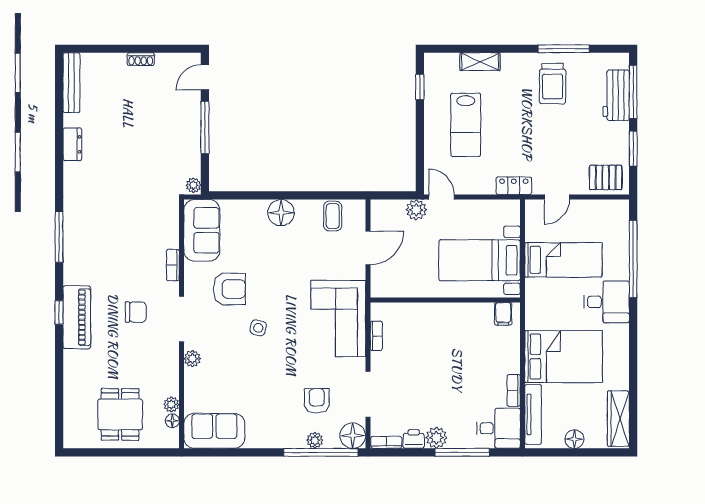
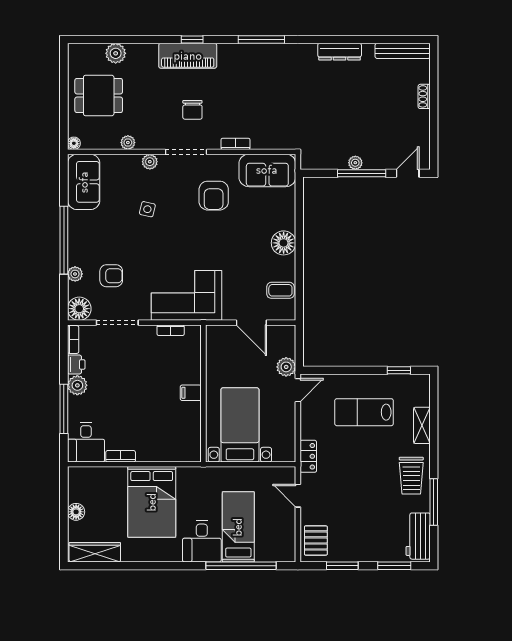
shoe rack: (141, 59) -> (424, 96), moved
door: (205, 77) -> (408, 173), hinge flipped
trolley: (553, 84) -> (411, 476), moved, turned -90
window: (633, 92) -> (394, 566), width x0.69
workbench: (616, 95) -> (418, 536), moved, turned -90
dresser: (72, 144) -> (340, 52), width x1.44
plant: (193, 185) -> (355, 163), moved
bed: (563, 260) -> (238, 527), moved, turned 180
filing cabinet: (503, 314) -> (191, 393), moved
side table: (258, 328) -> (147, 209), moved
plant: (74, 396) -> (116, 53), added
plant: (171, 404) -> (128, 143), moved
tv unit: (533, 414) -> (99, 474), removed
floor lamp: (172, 421) -> (74, 143), moved
window: (321, 452) -> (64, 240), moved

